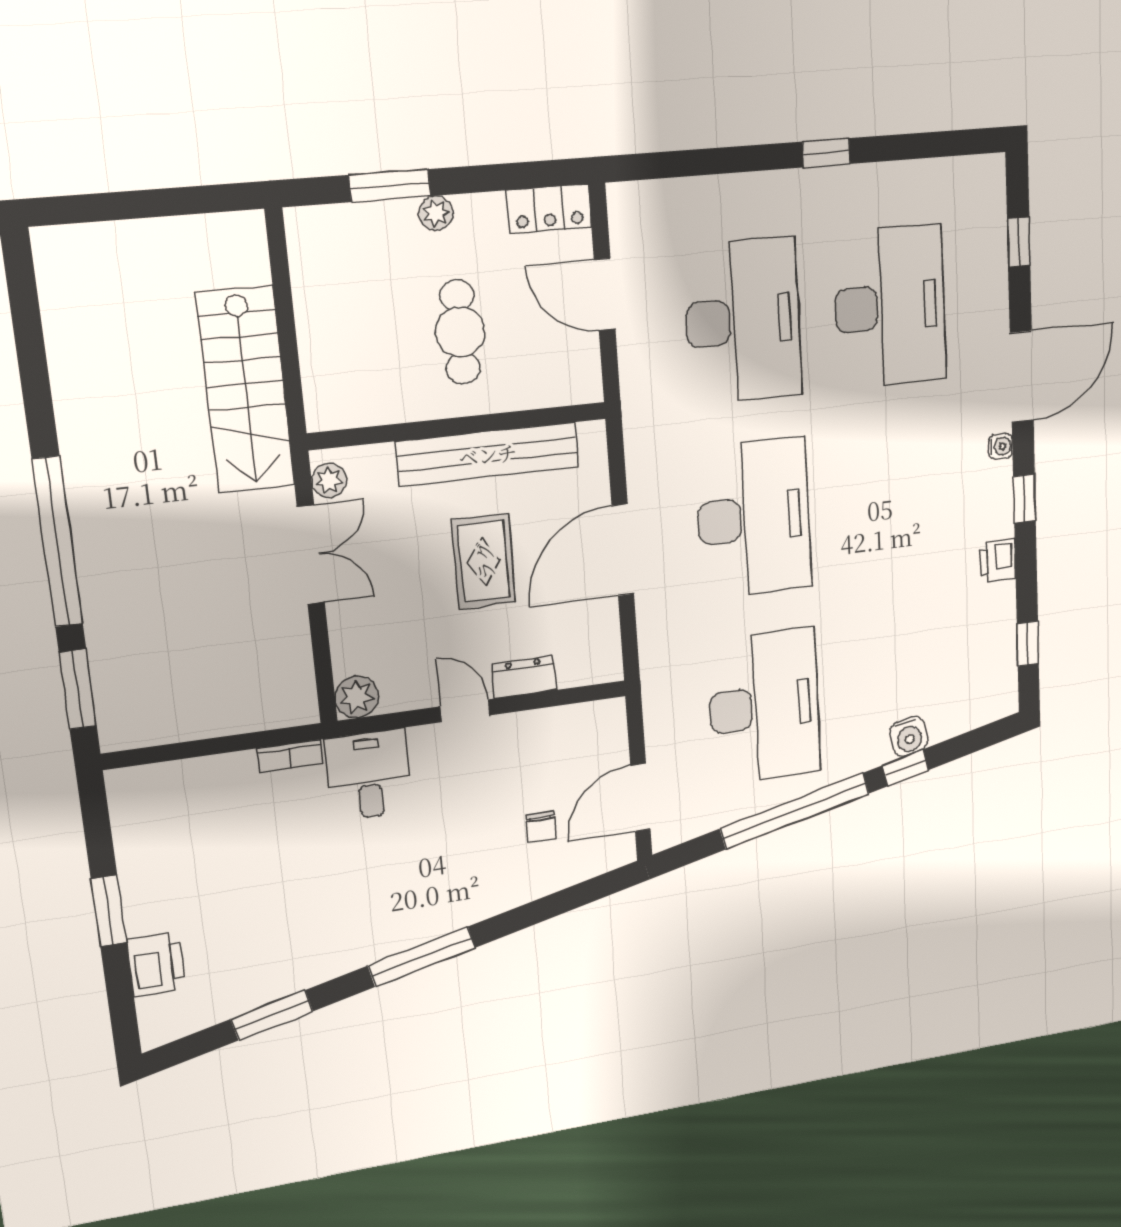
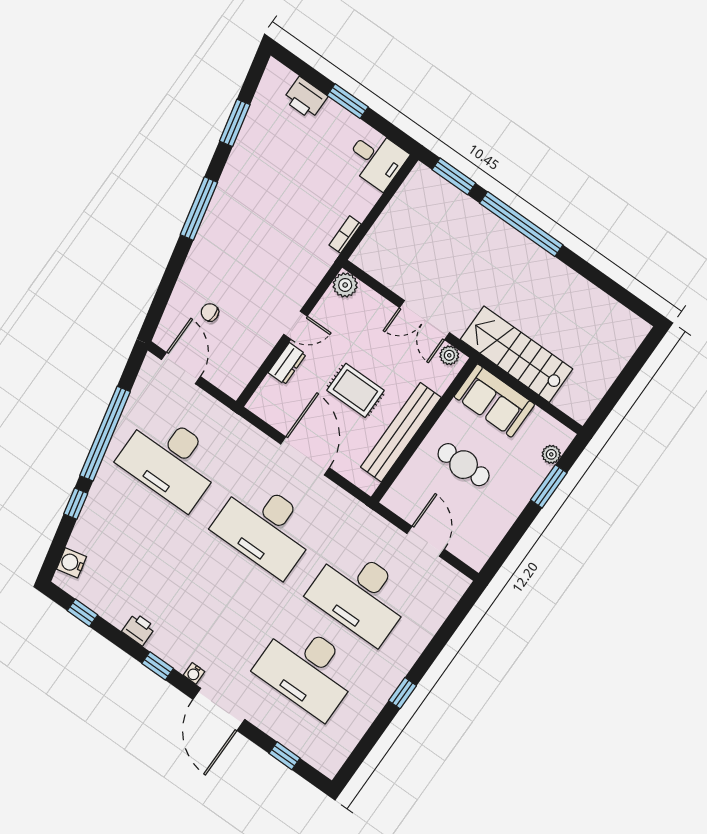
locker: (549, 209) -> (483, 547), removed
plant: (436, 213) -> (551, 454), moved
door: (605, 294) -> (426, 541), hinge flipped
sofa: (337, 365) -> (494, 401), added
water cooler: (909, 736) -> (71, 563), moved
desk: (369, 775) -> (376, 159), moved

